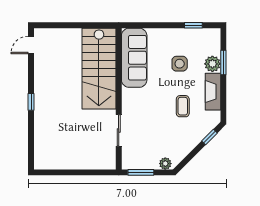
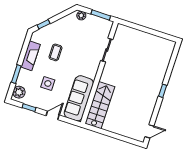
door: (160, 25) -> (53, 115), added
plant: (212, 64) -> (19, 92), moved
stairs: (99, 69) -> (100, 105), width x0.73, depth x0.66

